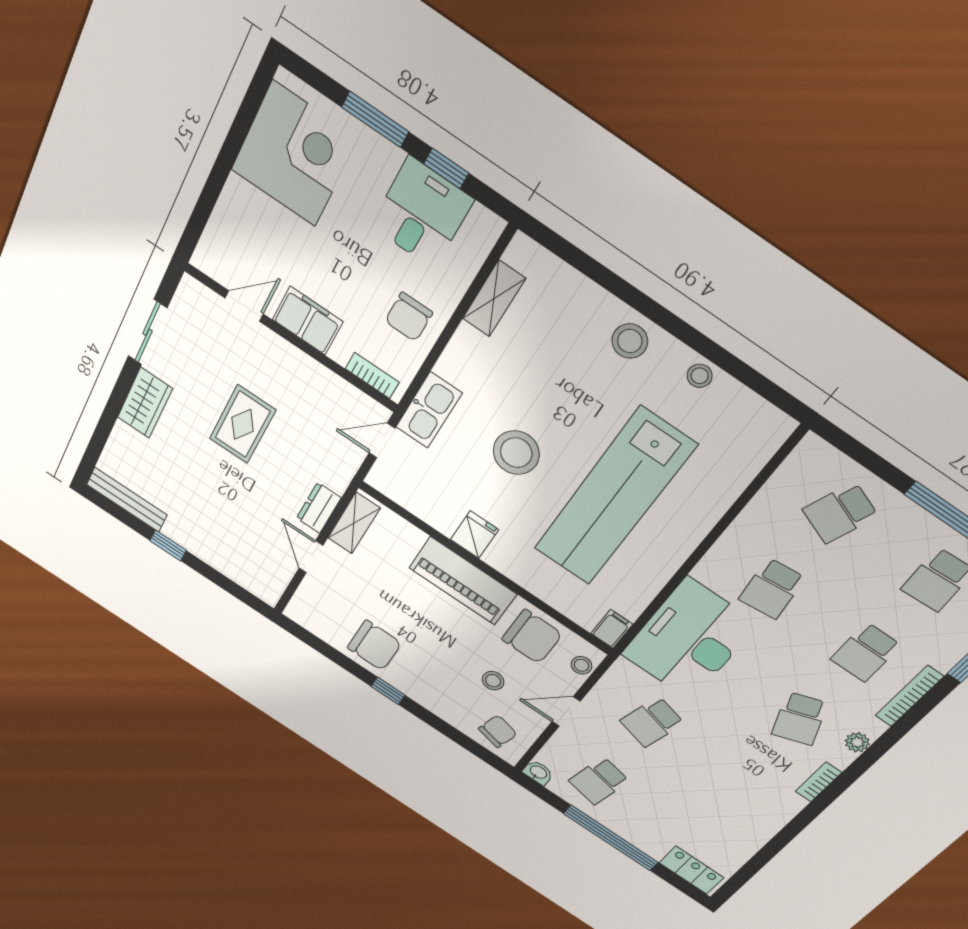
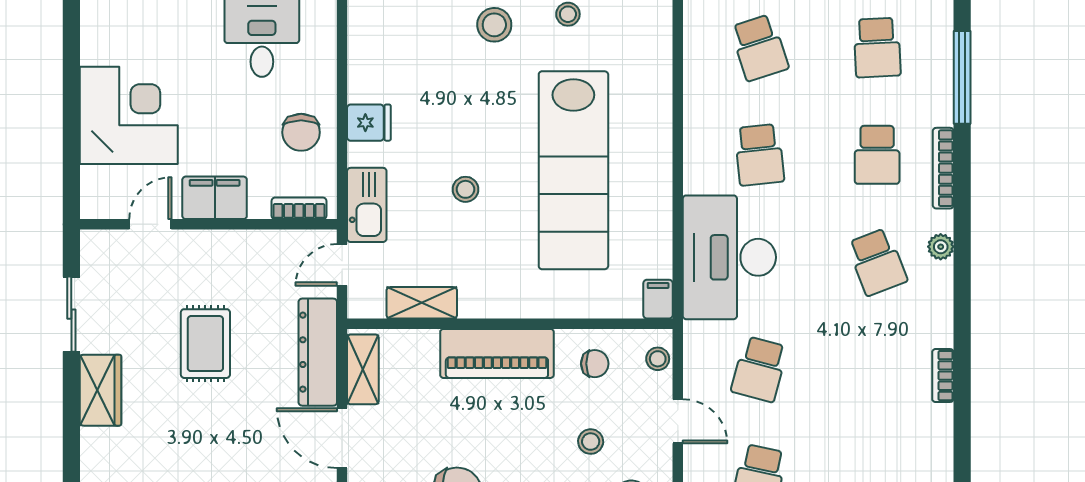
corner desk: (294, 154) -> (129, 115), moved
shelving: (494, 299) -> (422, 303), moved, turned 90
stool: (516, 453) -> (465, 189), width x0.53, depth x0.53
dresser: (319, 508) -> (318, 352), width x1.96, depth x1.24
school desk: (840, 513) -> (759, 48), turned -39
fridge: (475, 535) -> (369, 123), moved, turned 90
door: (311, 557) -> (342, 438), width x1.38
chair: (532, 637) -> (595, 364), width x0.54, depth x0.54
door: (566, 712) -> (678, 421), swing flipped
bookcase: (818, 782) -> (943, 376), moved

